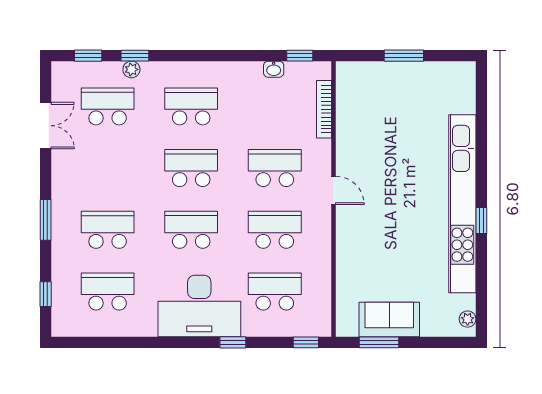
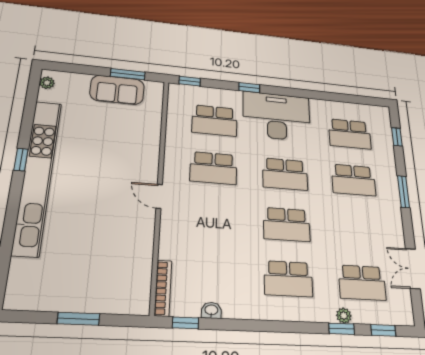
bookcase: (324, 109) -> (163, 288), moved
school desk: (275, 168) -> (212, 219), removed

